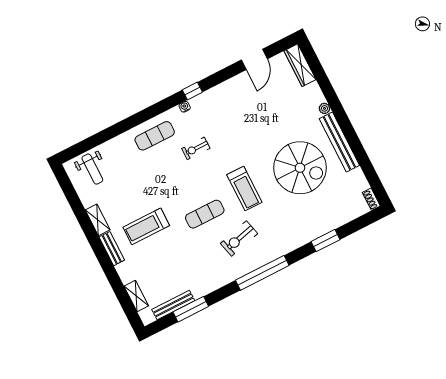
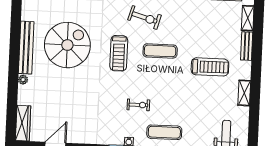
spiral stairs: (300, 168) -> (67, 45), turned 90
treadmill: (244, 189) -> (119, 53), turned 180
exercise bike: (239, 239) -> (145, 18), turned 30
bench: (112, 249) -> (247, 46), moved

